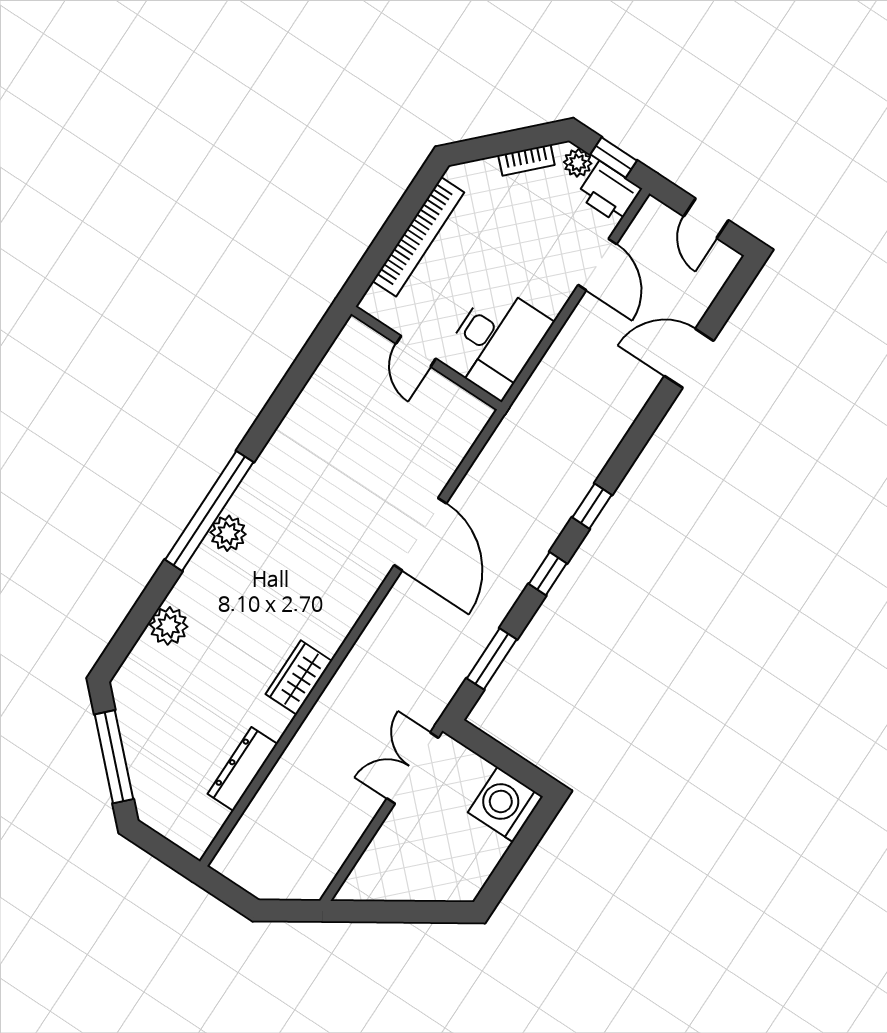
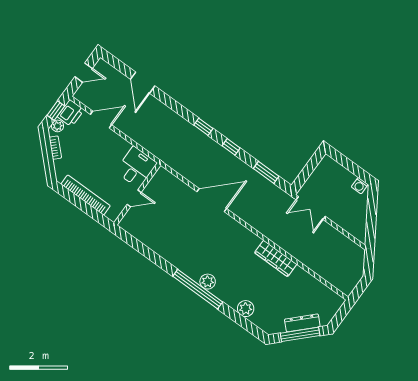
desk: (496, 341) -> (136, 167), width x0.73
wardrobe: (299, 677) -> (276, 258), width x1.50
dresser: (242, 769) -> (302, 323), moved, turned 135
washing machine: (505, 804) -> (360, 186), moved, width x0.53, depth x0.53

